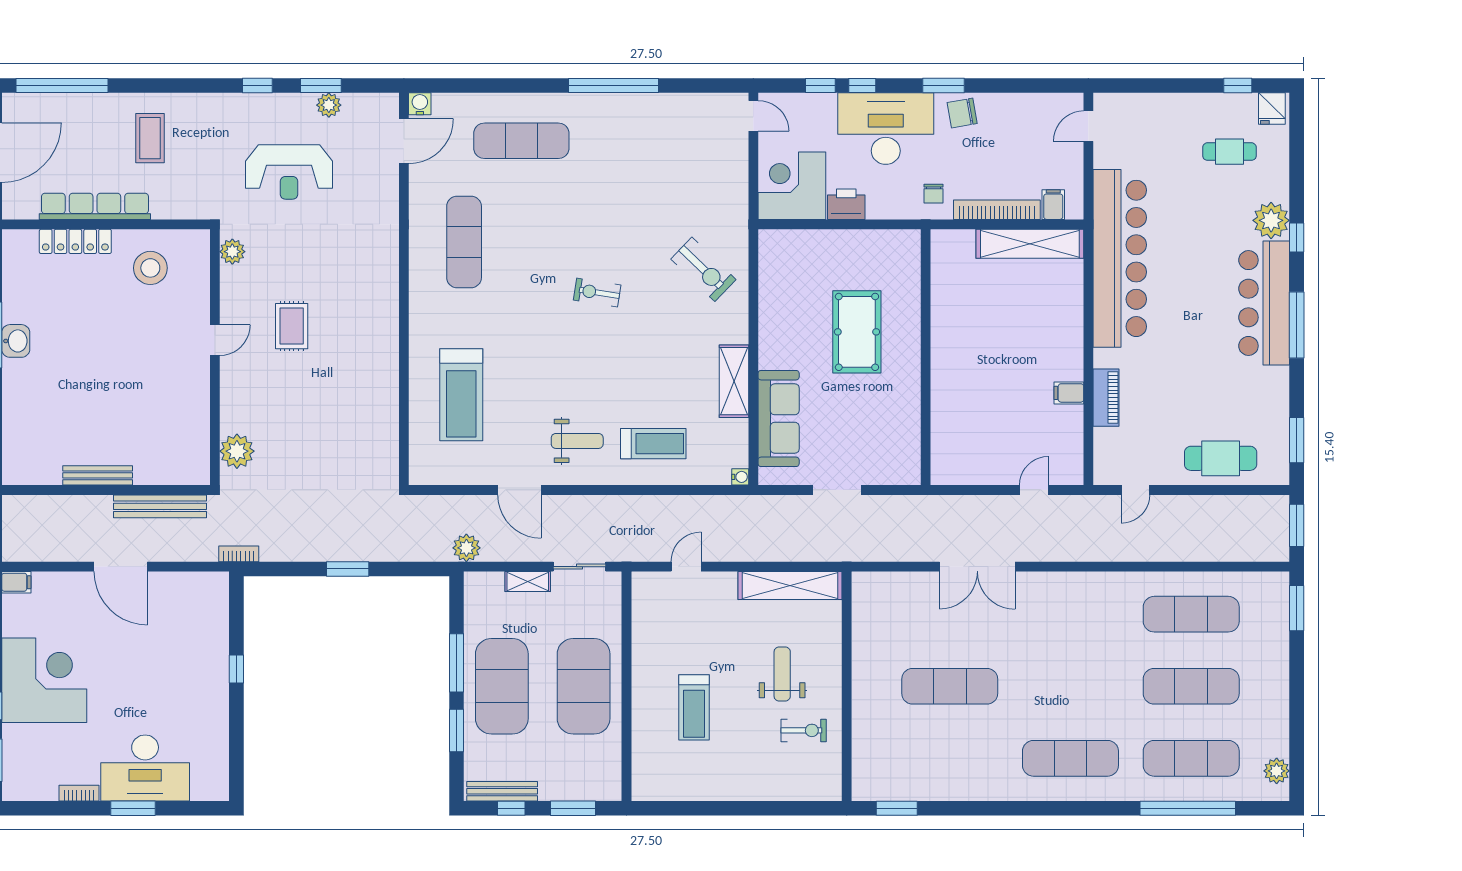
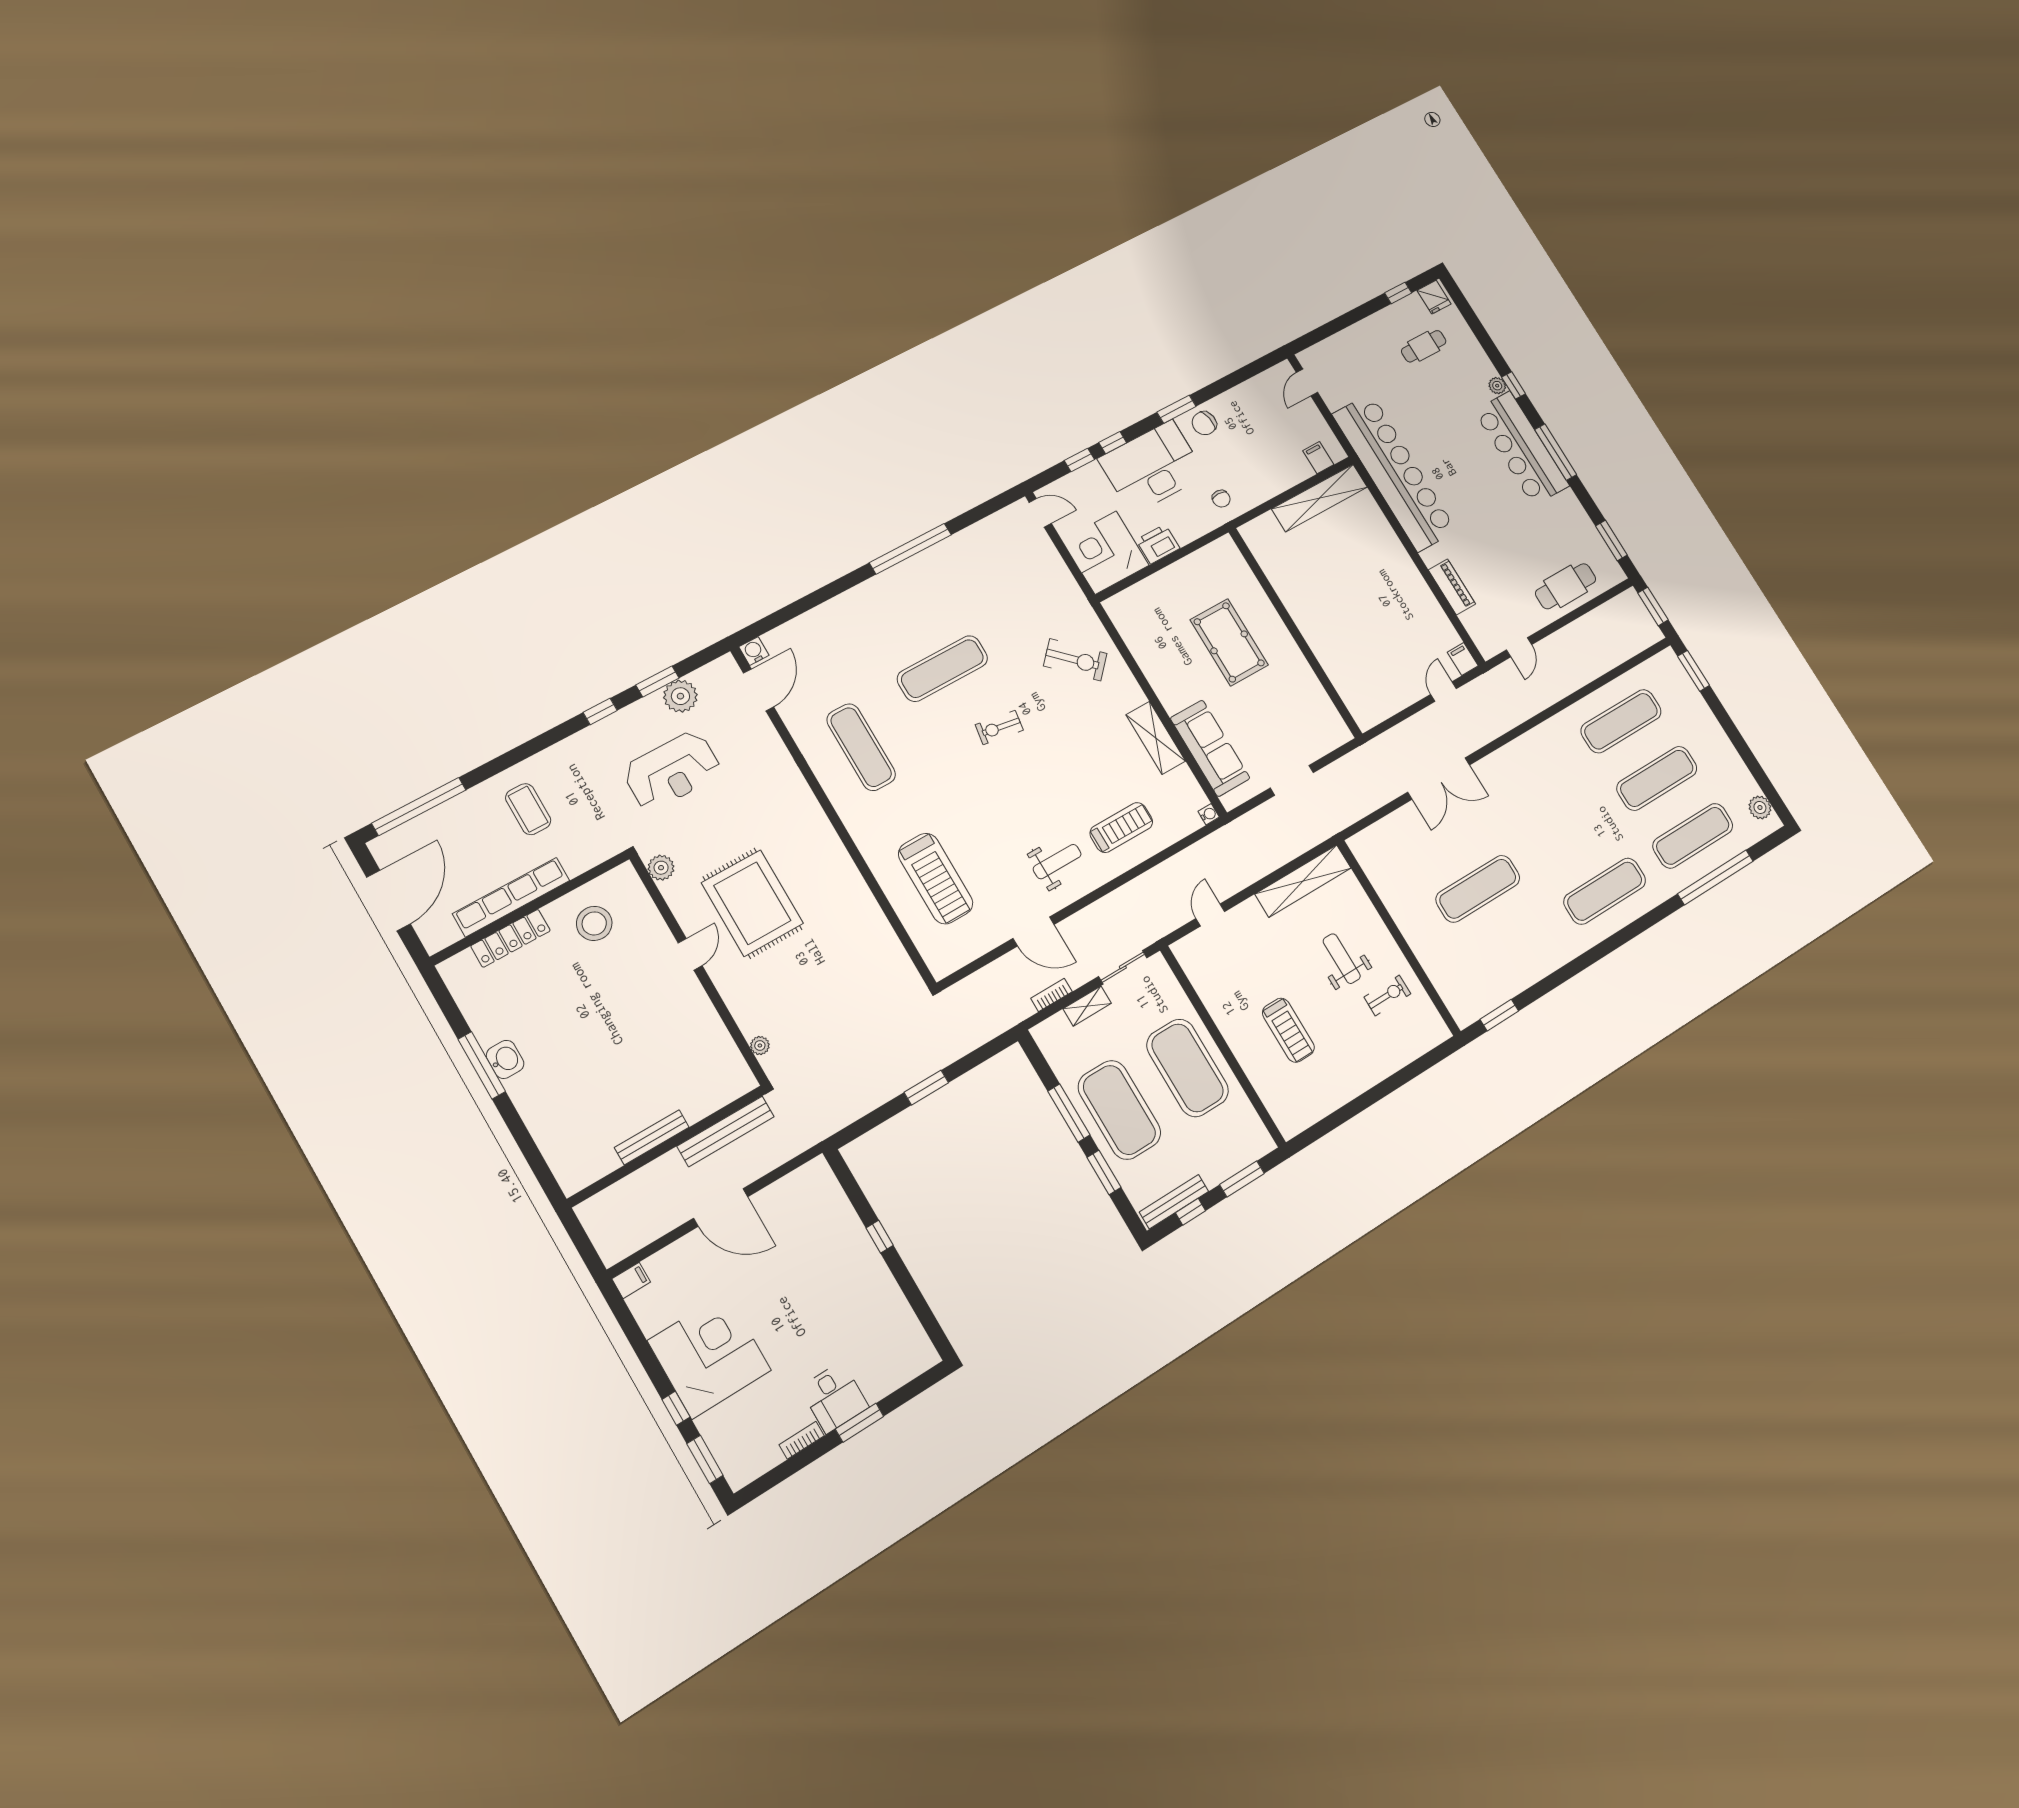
plant: (329, 105) -> (680, 696), width x1.36, depth x1.36
exercise mat: (521, 141) -> (942, 669), moved
bookcase: (997, 210) -> (1278, 485), removed
plant: (1271, 220) -> (1497, 386), width x0.53, depth x0.53
rug: (292, 326) -> (752, 903), width x1.86, depth x2.06
filing cabinet: (1069, 393) -> (1463, 659), moved, turned 90
plant: (237, 451) -> (760, 1046), width x0.53, depth x0.53
plant: (466, 548) -> (1018, 1008), removed
bookcase: (239, 554) -> (1052, 995), moved
desk: (145, 768) -> (834, 1397), width x0.53, depth x0.77

